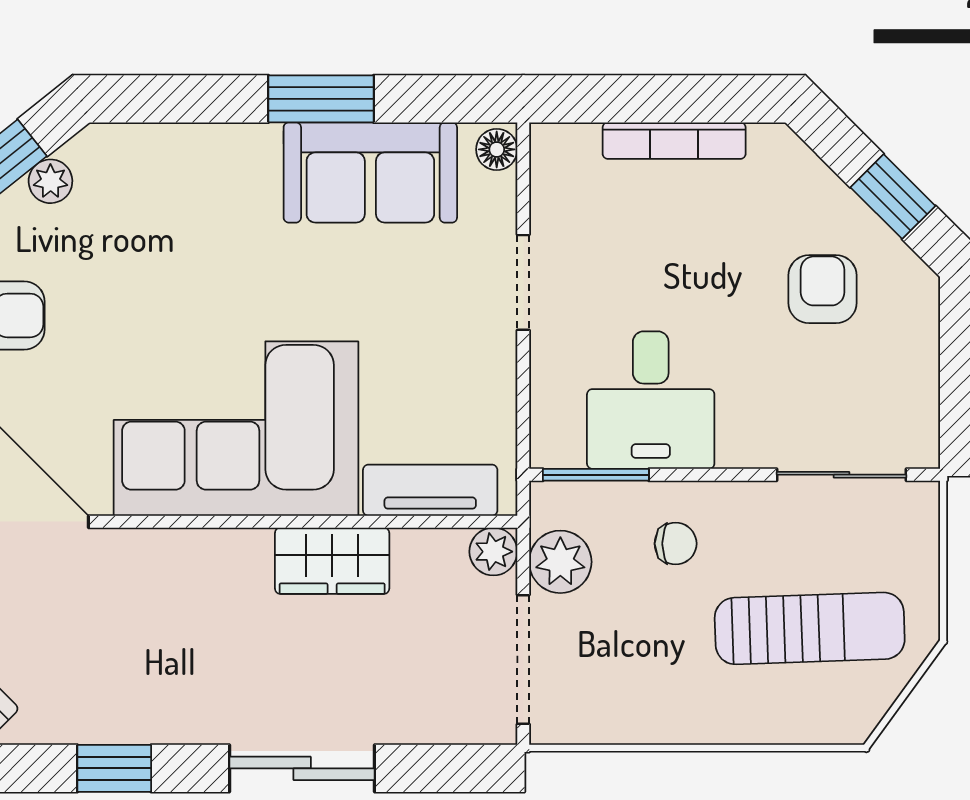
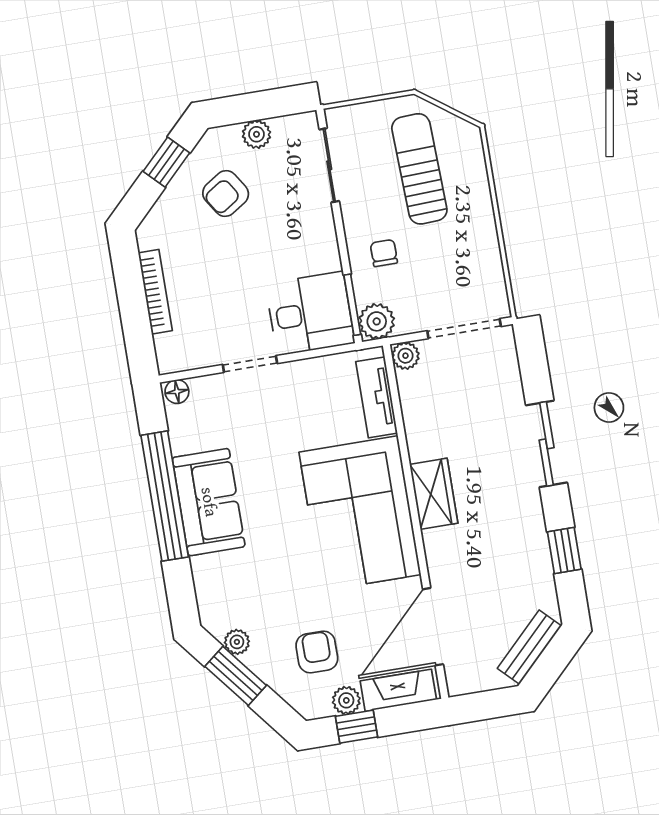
window: (321, 99) -> (165, 496), width x2.11
sofa: (370, 172) -> (209, 502), moved
armchair: (823, 289) -> (226, 193), turned -33
plant: (915, 359) -> (256, 134), added
desk: (651, 400) -> (310, 313), moved
wardrobe: (332, 561) -> (434, 494), moved
plant: (560, 562) -> (377, 321), moved

